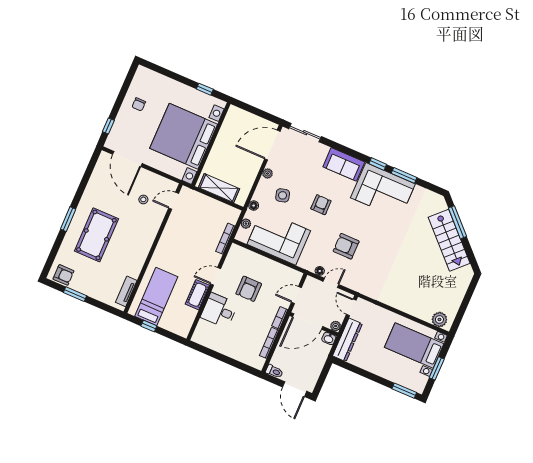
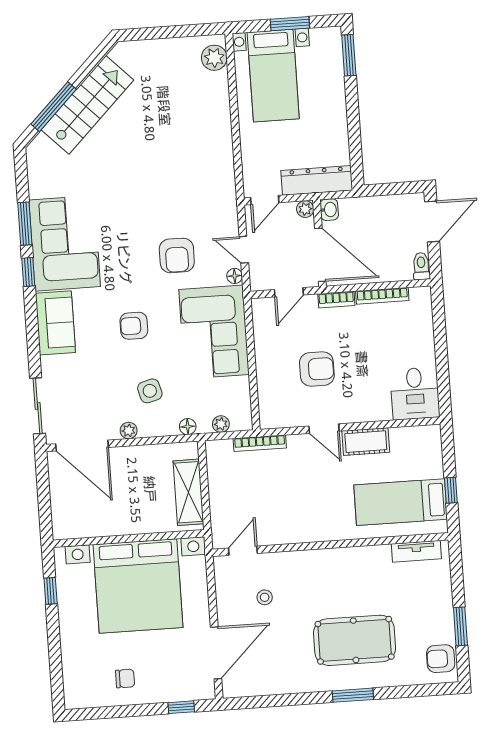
door: (174, 201) -> (243, 551), swing flipped
corner sofa: (279, 238) -> (214, 332), moved
armchair: (63, 275) -> (441, 659), turned -90
door: (296, 295) -> (289, 292), hinge flipped
desk: (219, 310) -> (415, 393), moved

